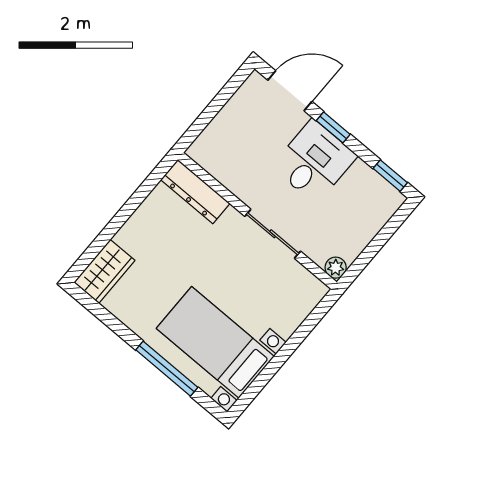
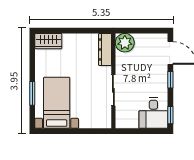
desk: (314, 161) -> (153, 113), moved, turned 90
plant: (336, 268) -> (125, 43), moved, width x1.87, depth x1.87
window: (167, 369) -> (32, 93), width x0.69

